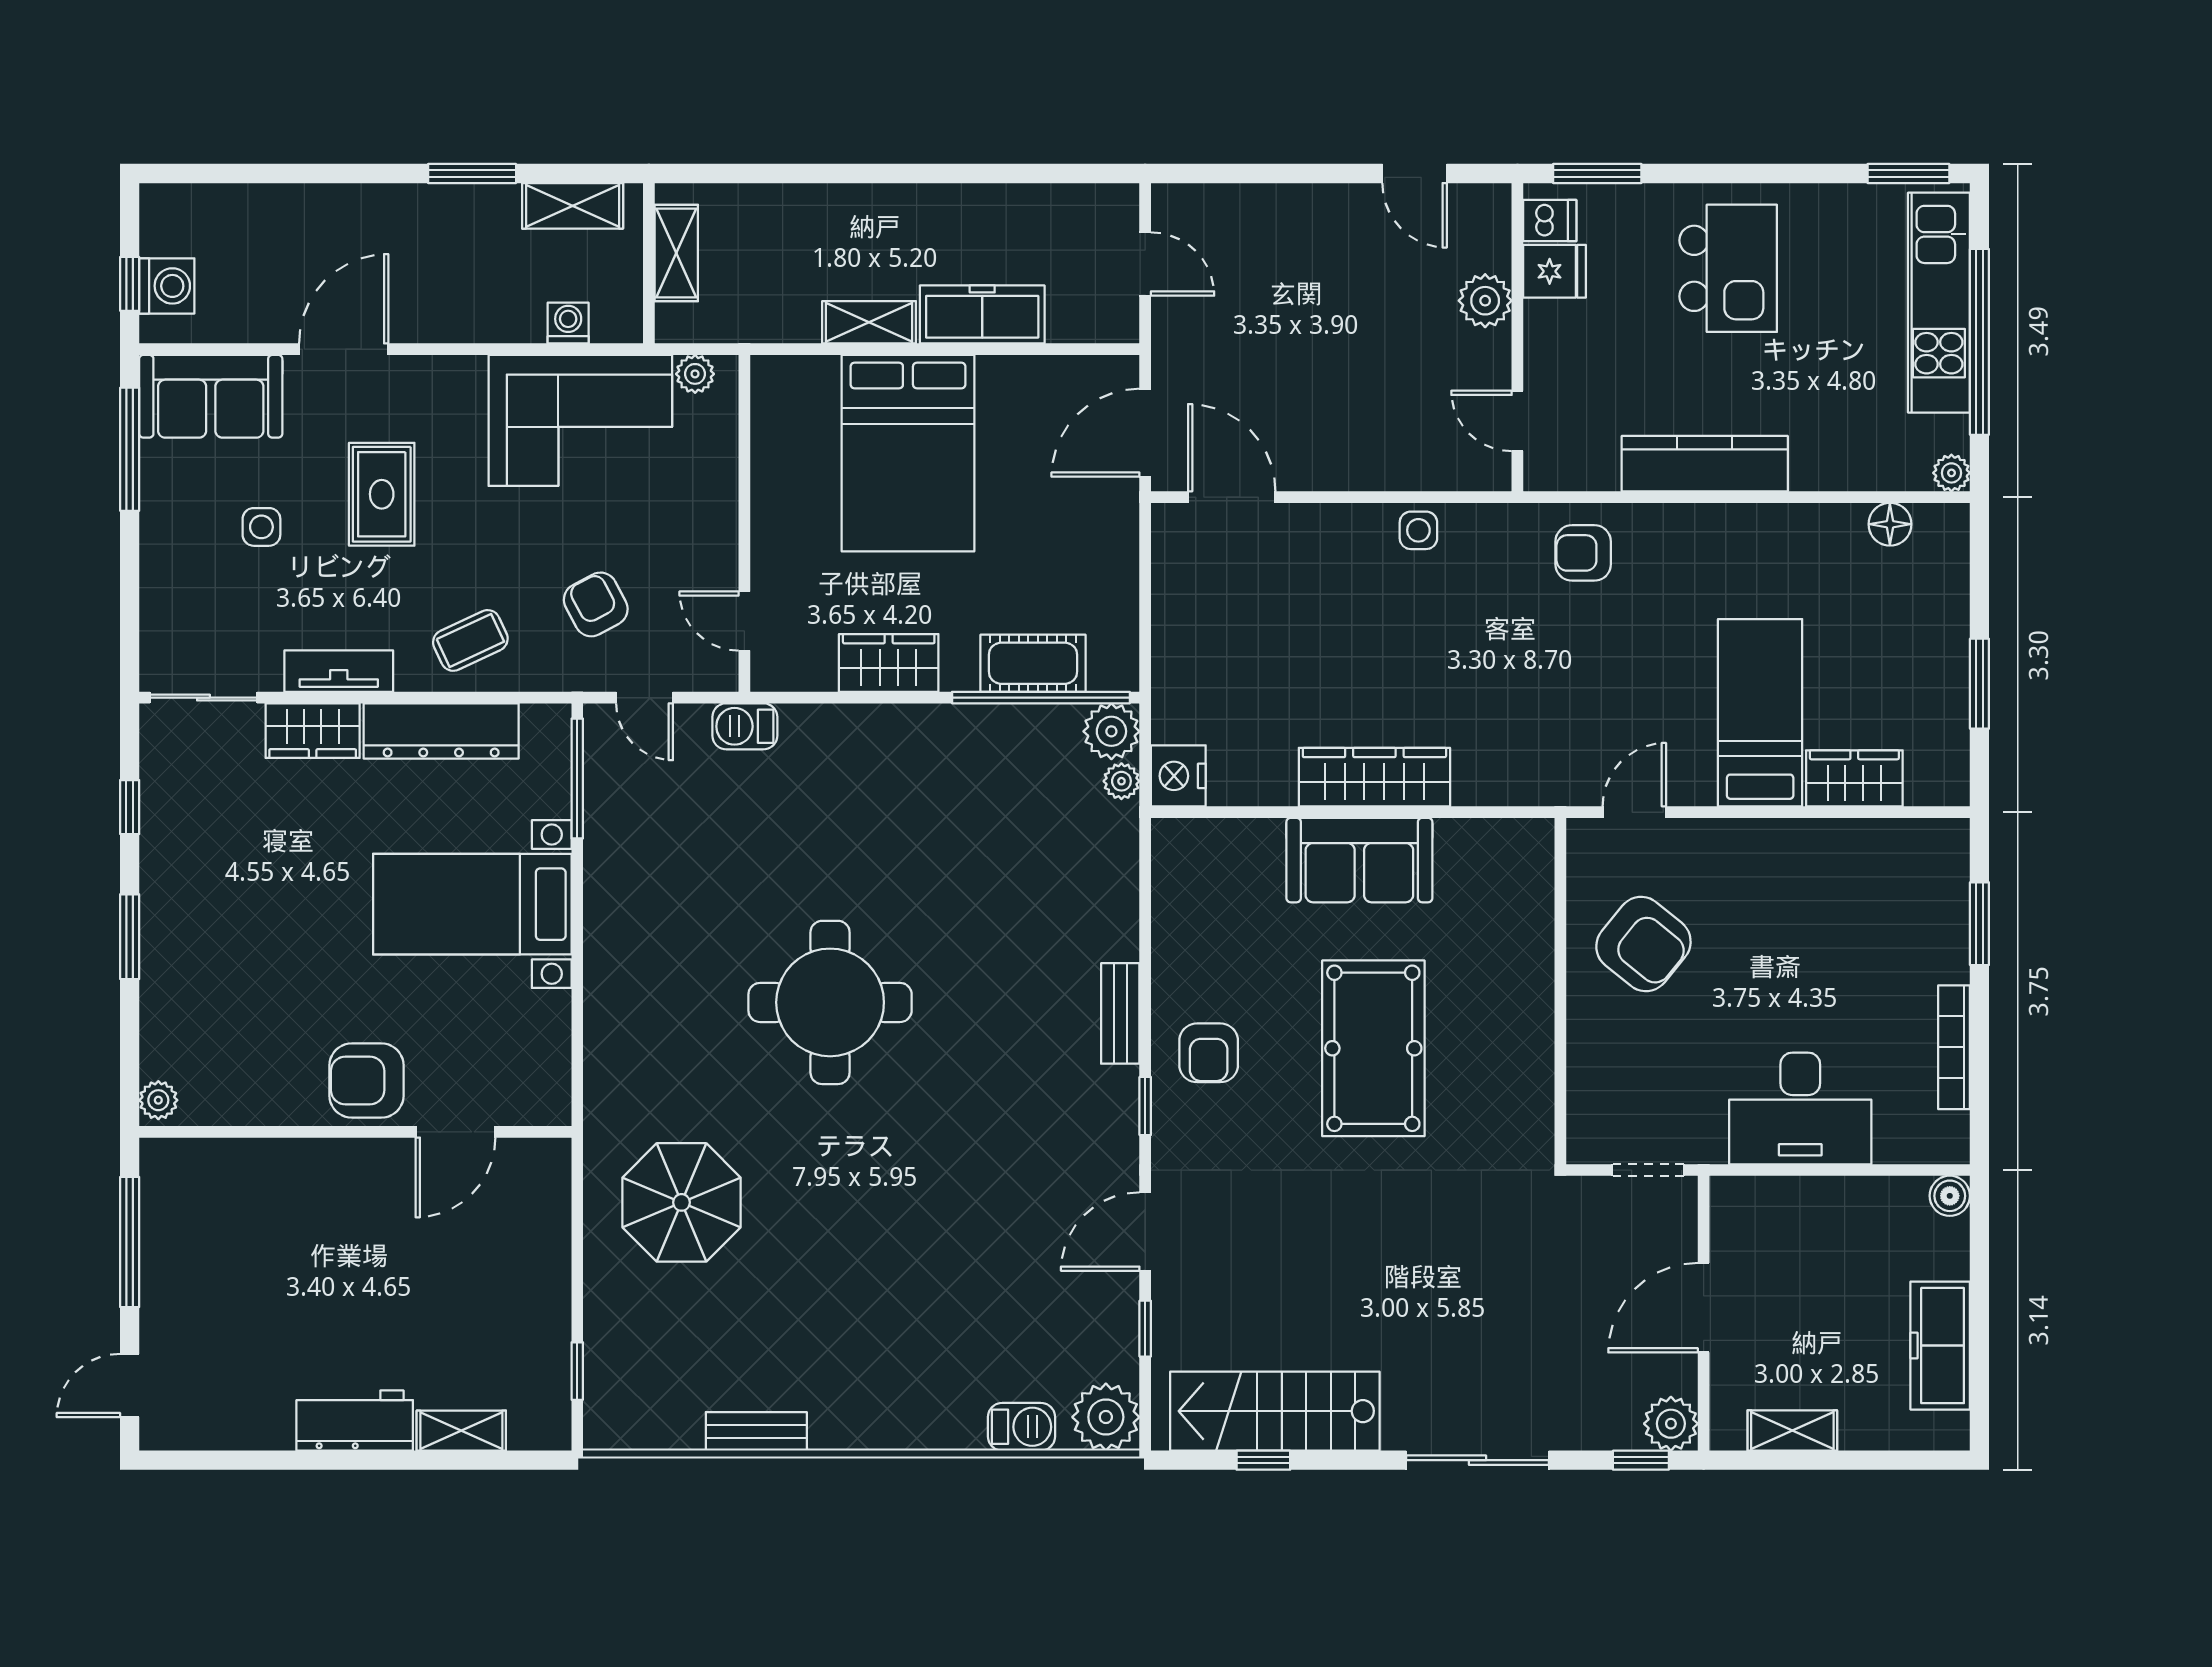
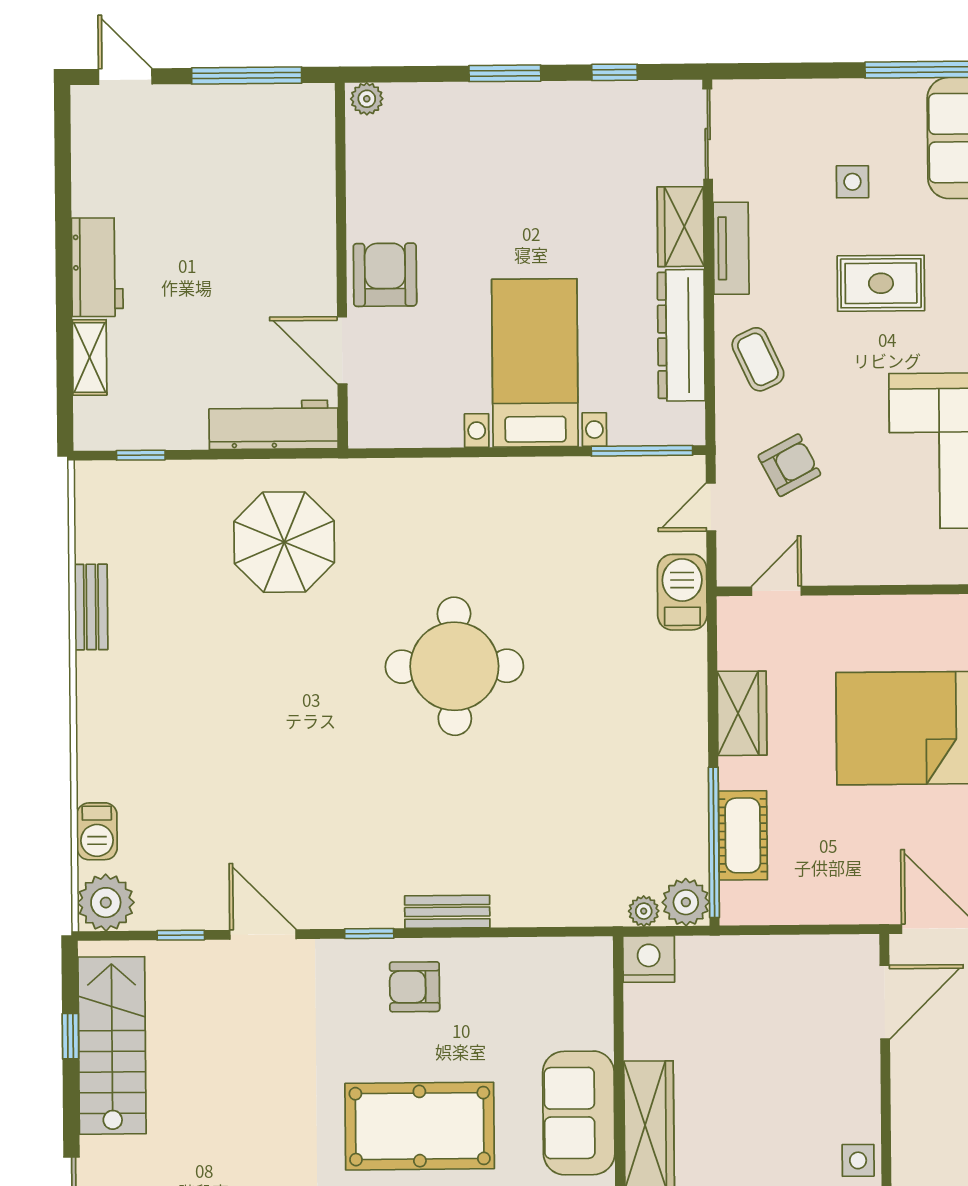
barbecue: (745, 726) -> (682, 592), width x1.38, depth x1.27
workbench: (543, 1214) -> (274, 425), added

